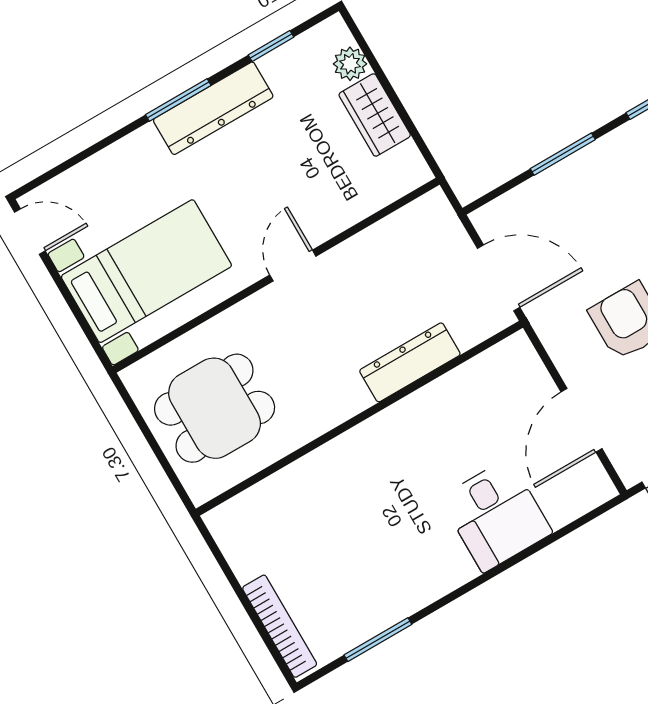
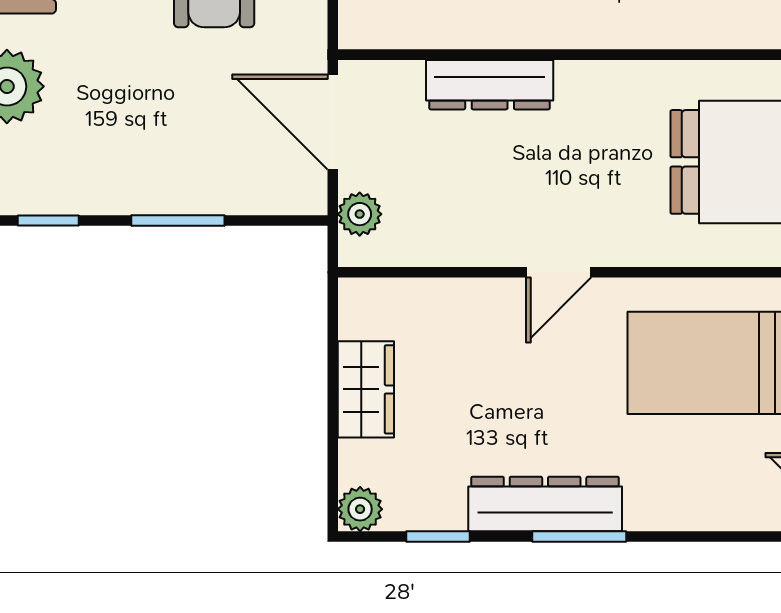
plant: (350, 64) -> (360, 509), moved
plant: (446, 228) -> (360, 214), added

